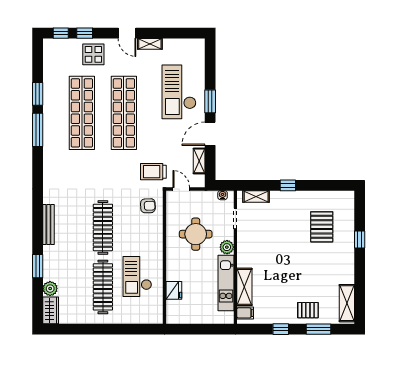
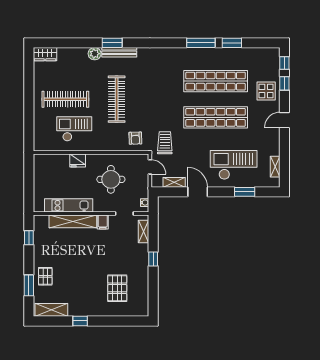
shelving: (150, 44) -> (275, 167), moved
window: (210, 101) -> (245, 192), moved
door: (181, 189) -> (150, 167), hinge flipped
clothes rail: (103, 227) -> (117, 99), turned 90
pallet: (322, 227) -> (117, 288), turned 90
window: (360, 240) -> (80, 321), moved
plant: (227, 247) -> (100, 206), removed
window: (38, 266) -> (112, 43), moved
shelving: (244, 287) -> (73, 221), width x1.47
plant: (50, 289) -> (95, 54), moved
fridge: (174, 290) -> (78, 160), moved
filing cabinet: (245, 313) -> (103, 222), moved
window: (281, 329) -> (29, 238), moved

